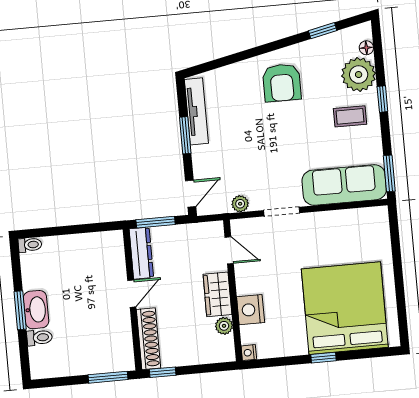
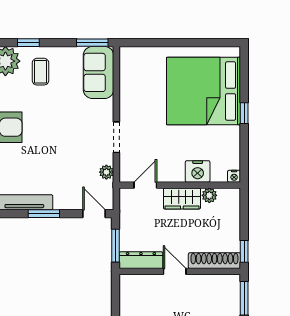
sofa: (344, 185) -> (99, 72), width x0.73

